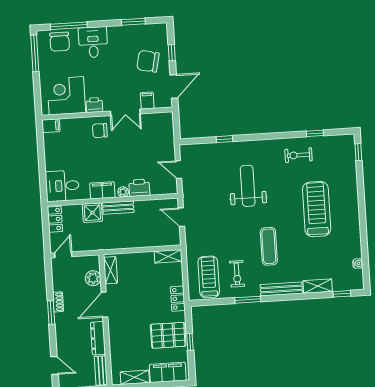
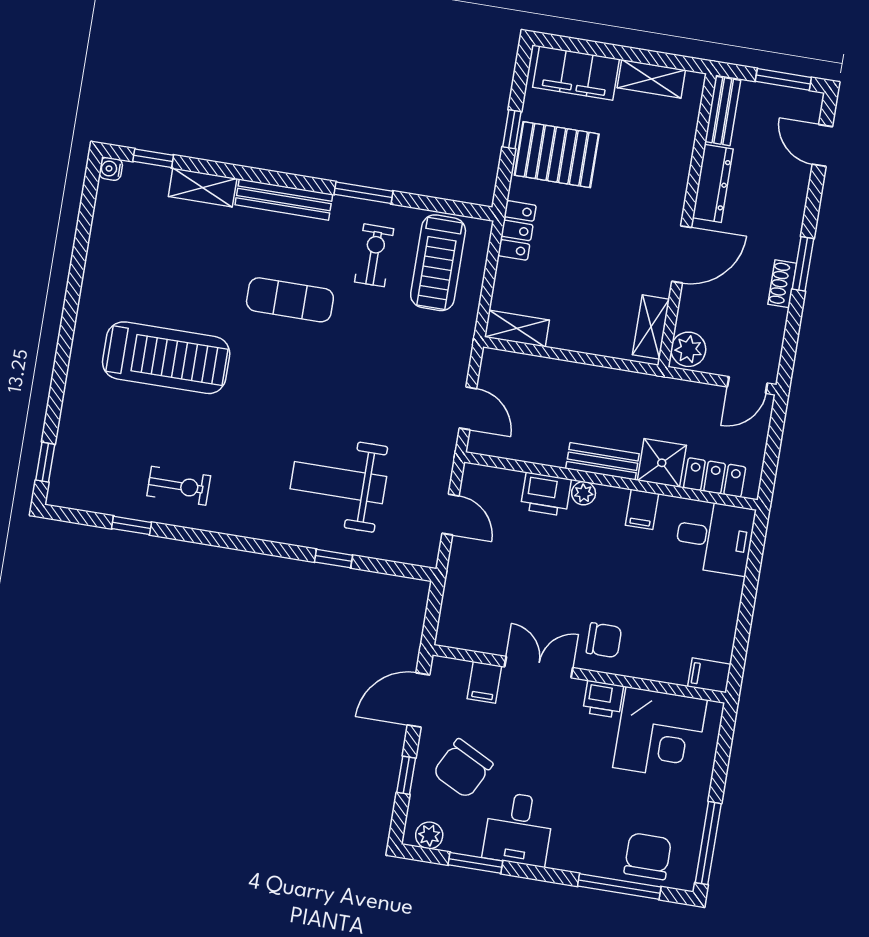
plant: (156, 29) -> (429, 835), added
desk: (93, 42) -> (519, 829), moved
chair: (148, 61) -> (463, 769), turned 105
weight bench: (248, 186) -> (338, 483), moved, turned 90
filing cabinet: (102, 190) -> (642, 509), width x0.50
treadmill: (317, 209) -> (166, 358), turned -90
locker: (55, 219) -> (715, 477), moved, turned 90
exercise mat: (269, 246) -> (290, 300), turned 90
water cooler: (358, 264) -> (111, 169), moved
plant: (93, 278) -> (688, 349), moved

